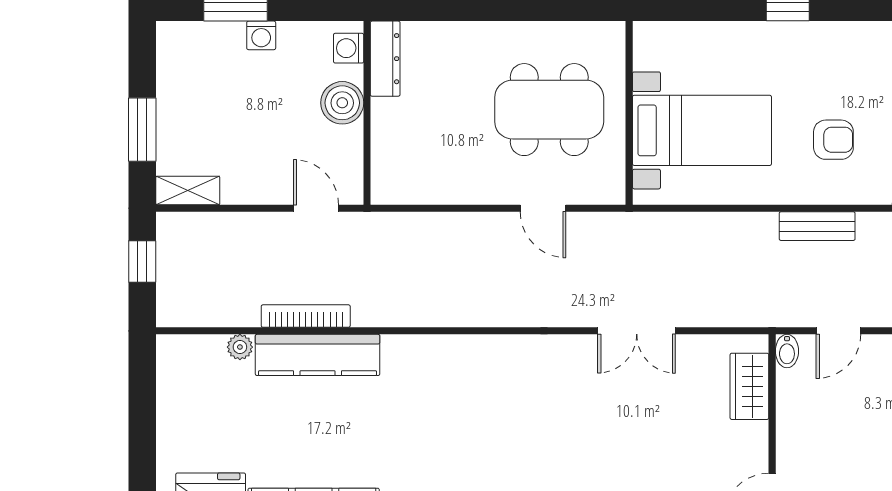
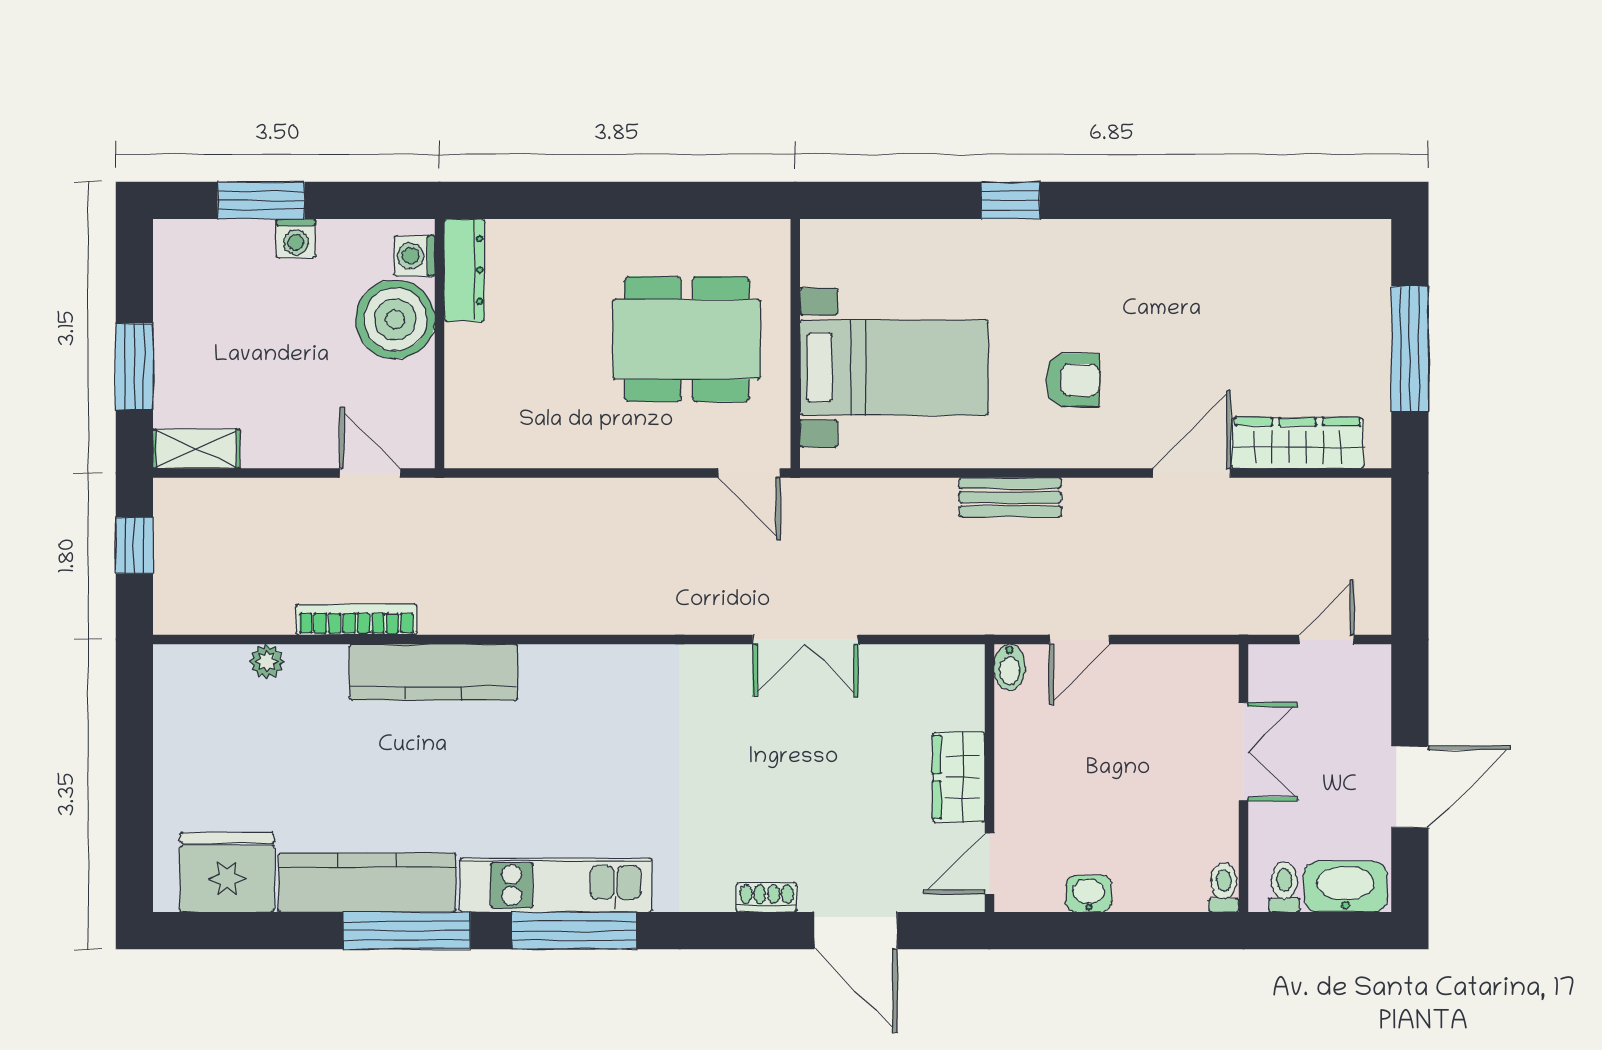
boiler: (342, 103) -> (395, 319), width x1.37, depth x1.37
door: (543, 208) -> (749, 473), moved
bench: (817, 226) -> (1010, 497), moved
kitchen counter: (318, 355) -> (433, 672), moved
wardrobe: (749, 386) -> (959, 777), moved

